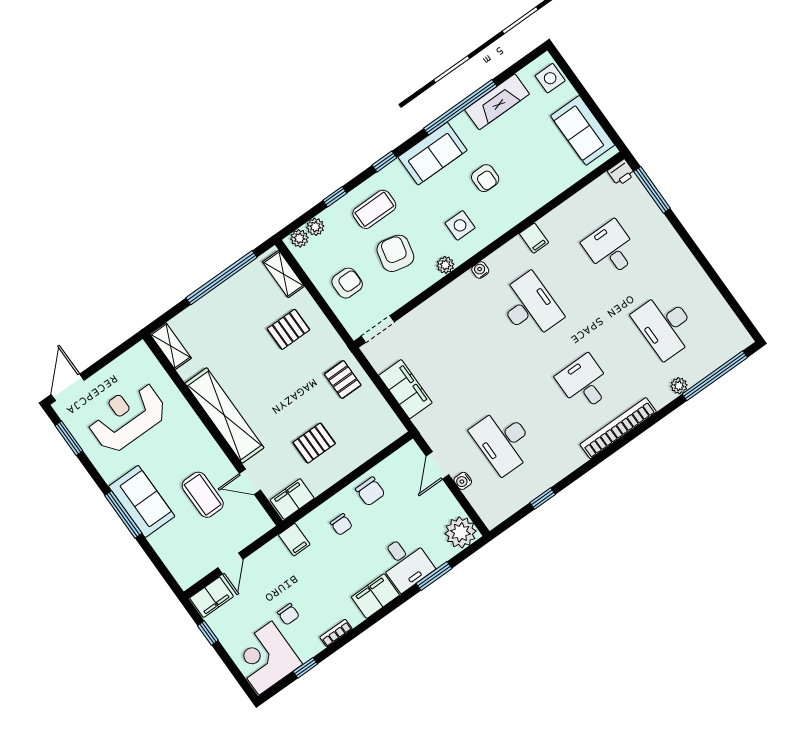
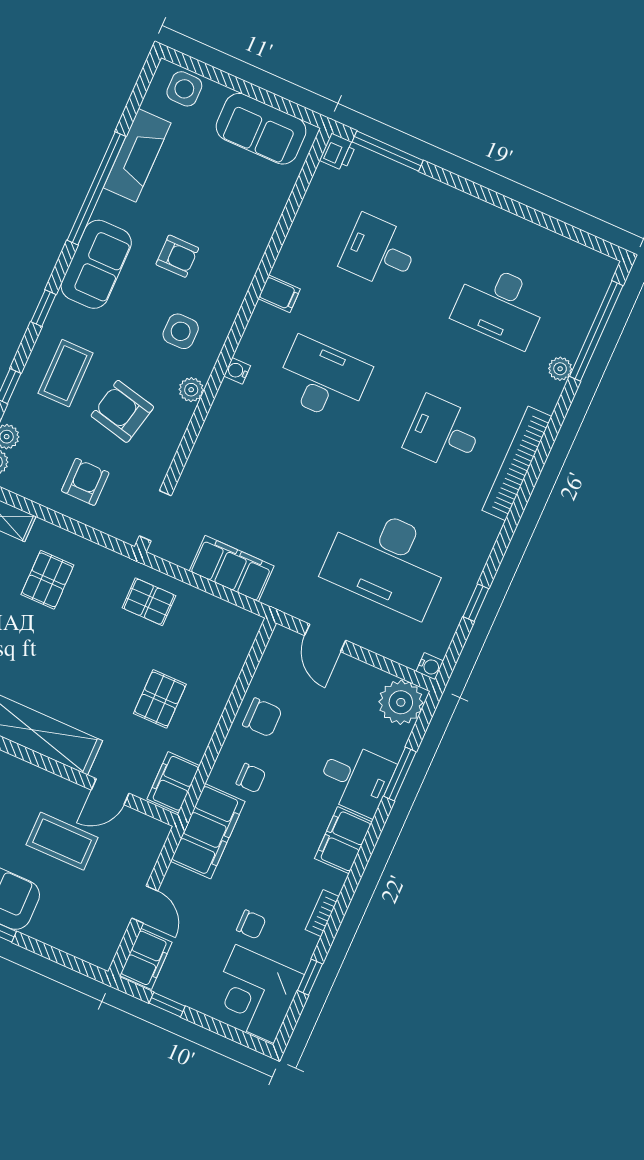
desk: (503, 441) -> (387, 561), width x1.36, depth x1.30
water cooler: (463, 481) -> (430, 666), moved, turned -90
filing cabinet: (294, 540) -> (208, 831), width x3.00, depth x1.17

